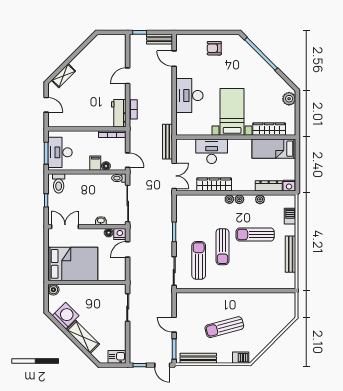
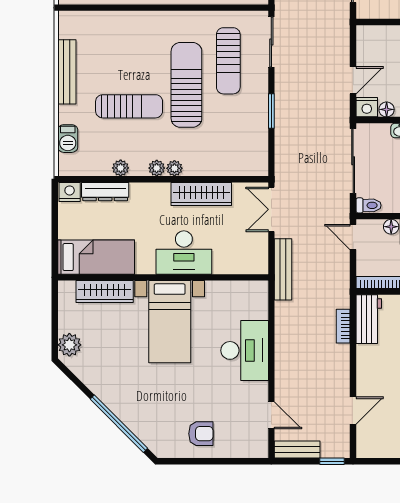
door: (128, 76) -> (353, 410), moved
desk: (212, 151) -> (184, 253), moved
sun lounger: (222, 247) -> (186, 85), width x1.36, depth x1.34

